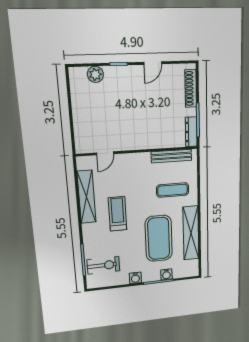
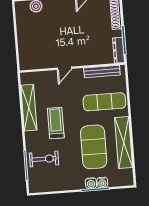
door: (105, 153) -> (64, 68), moved
exercise mat: (173, 190) -> (104, 102), width x1.36, depth x1.45
exercise bike: (103, 265) -> (44, 159), moved
water cooler: (135, 278) -> (91, 183), moved

